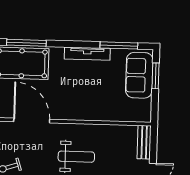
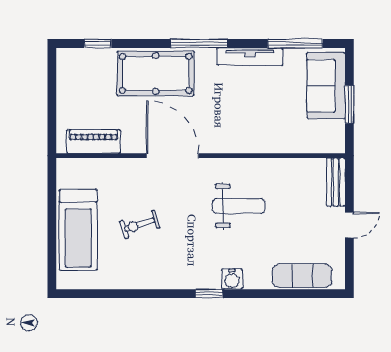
window: (26, 43) -> (199, 43), moved
window: (155, 76) -> (349, 104), moved

